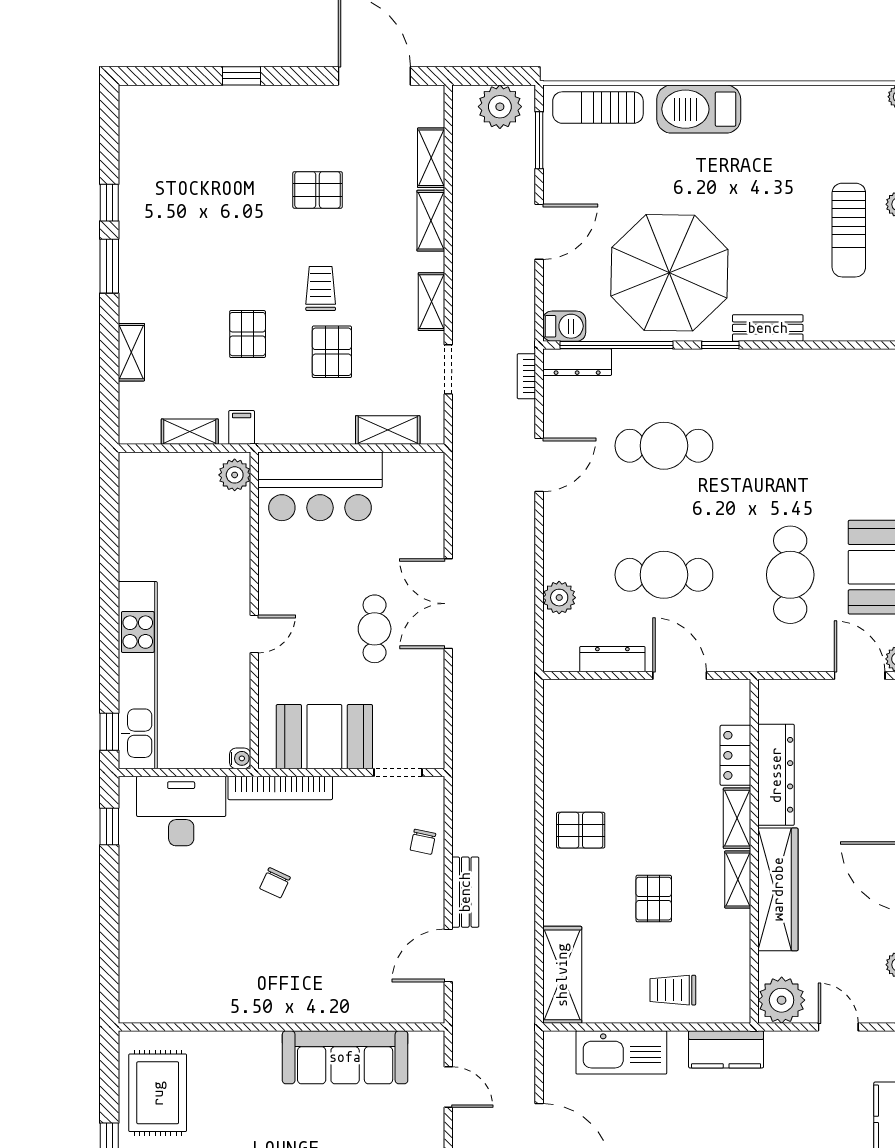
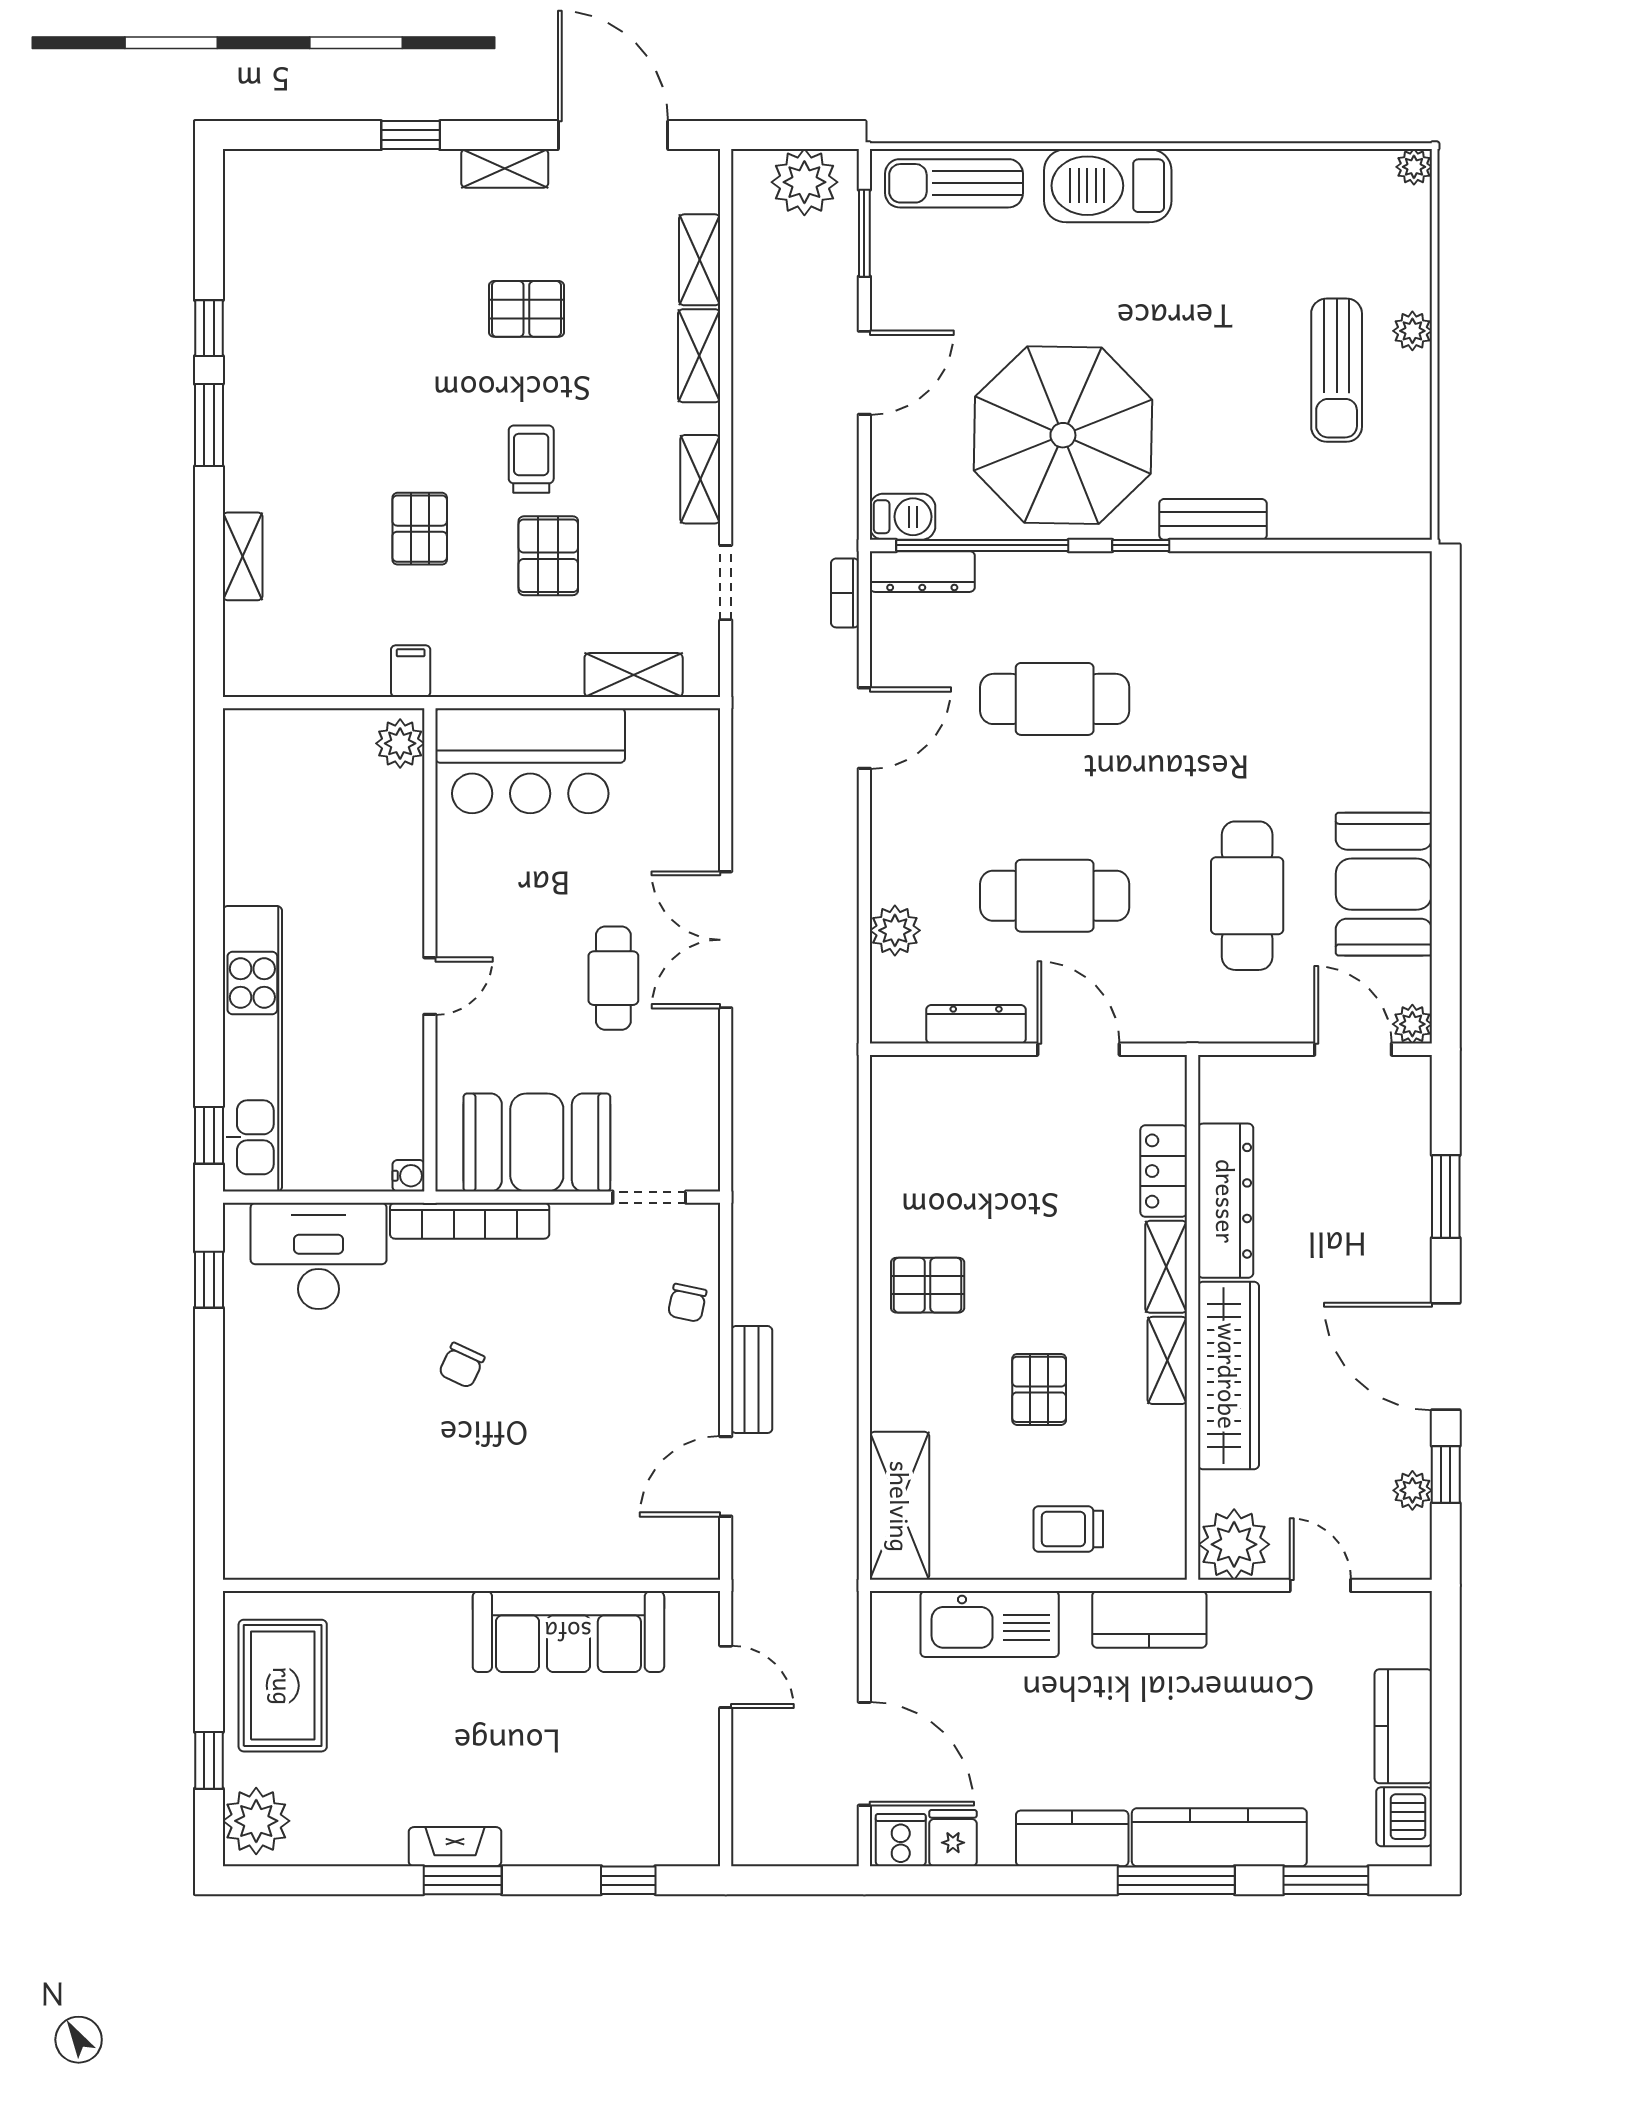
shelving: (190, 432) -> (505, 168), moved

